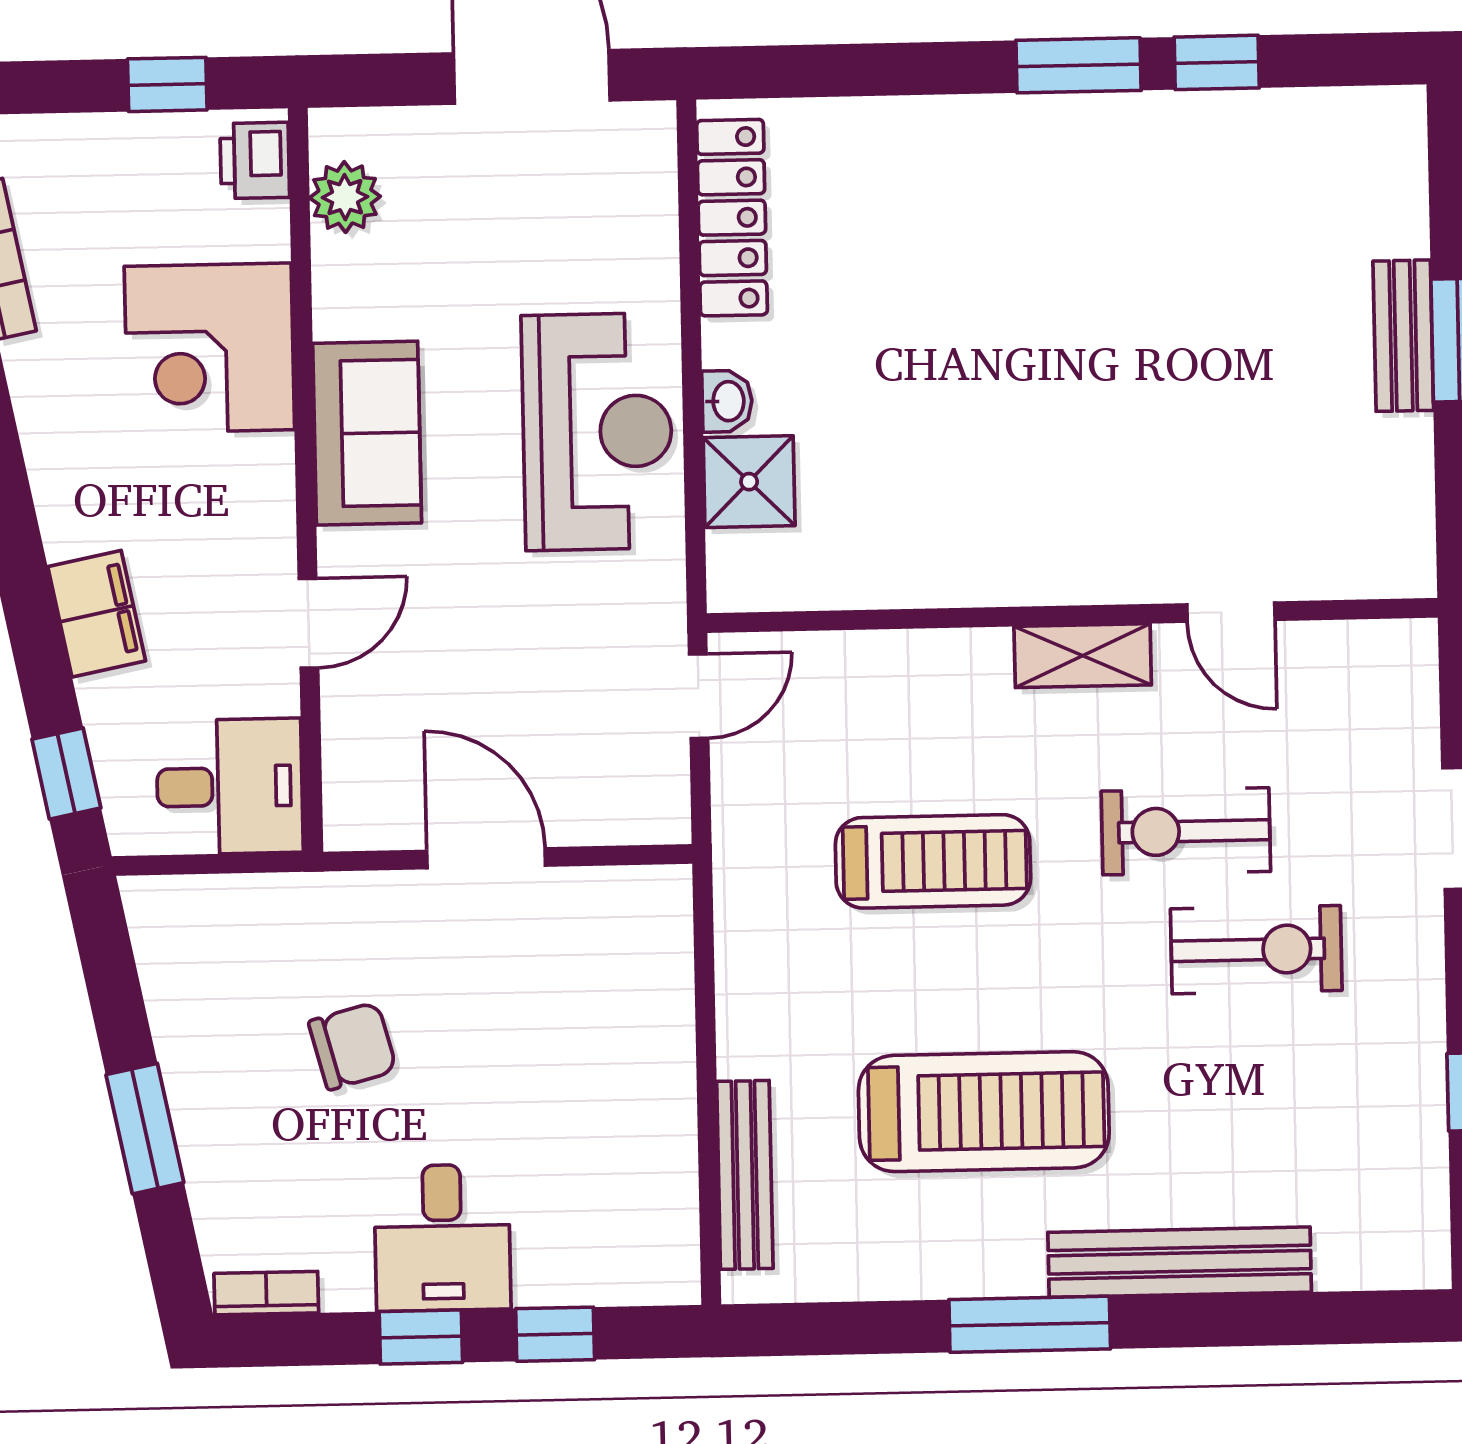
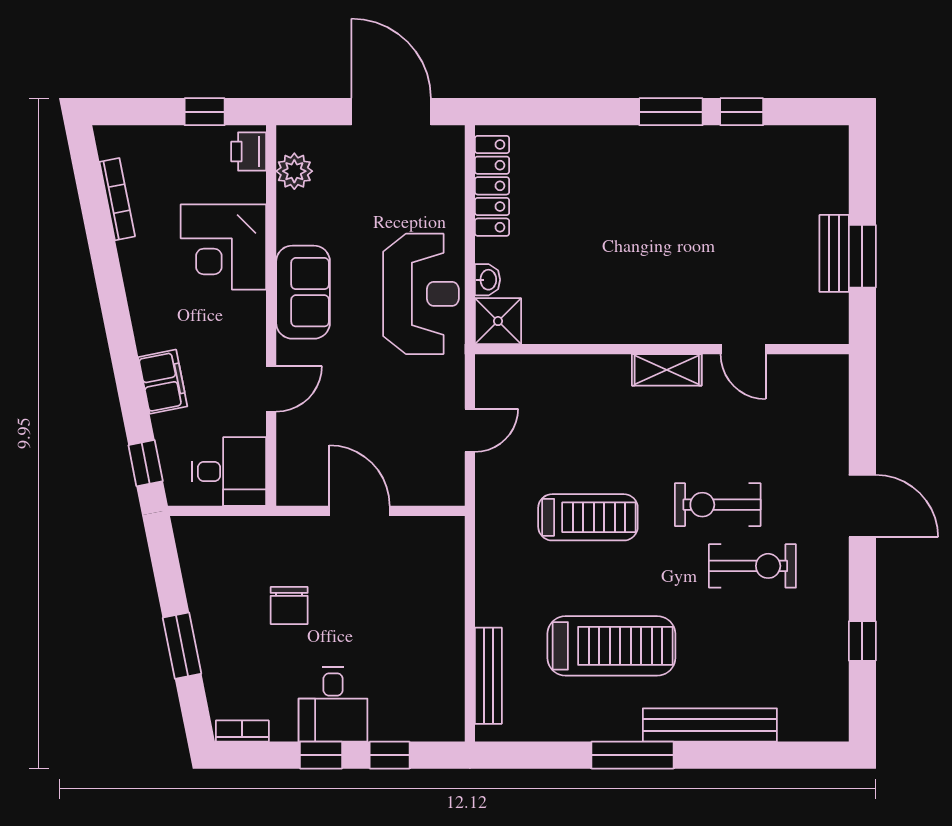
door: (1231, 612) -> (743, 349), moved
wall: (1072, 615) -> (662, 349), moved
shelving: (1083, 656) -> (667, 370), moved
chair: (353, 1046) -> (289, 605), turned 105

